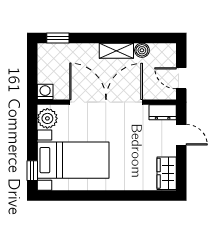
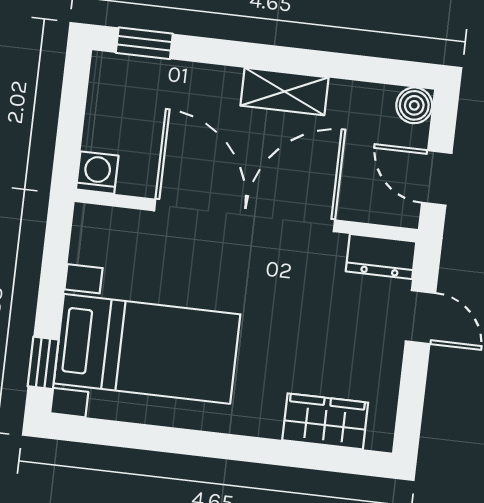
boiler: (142, 50) -> (414, 105), moved
plant: (47, 118) -> (95, 239), removed
wardrobe: (167, 173) -> (325, 421), moved, turned 90

